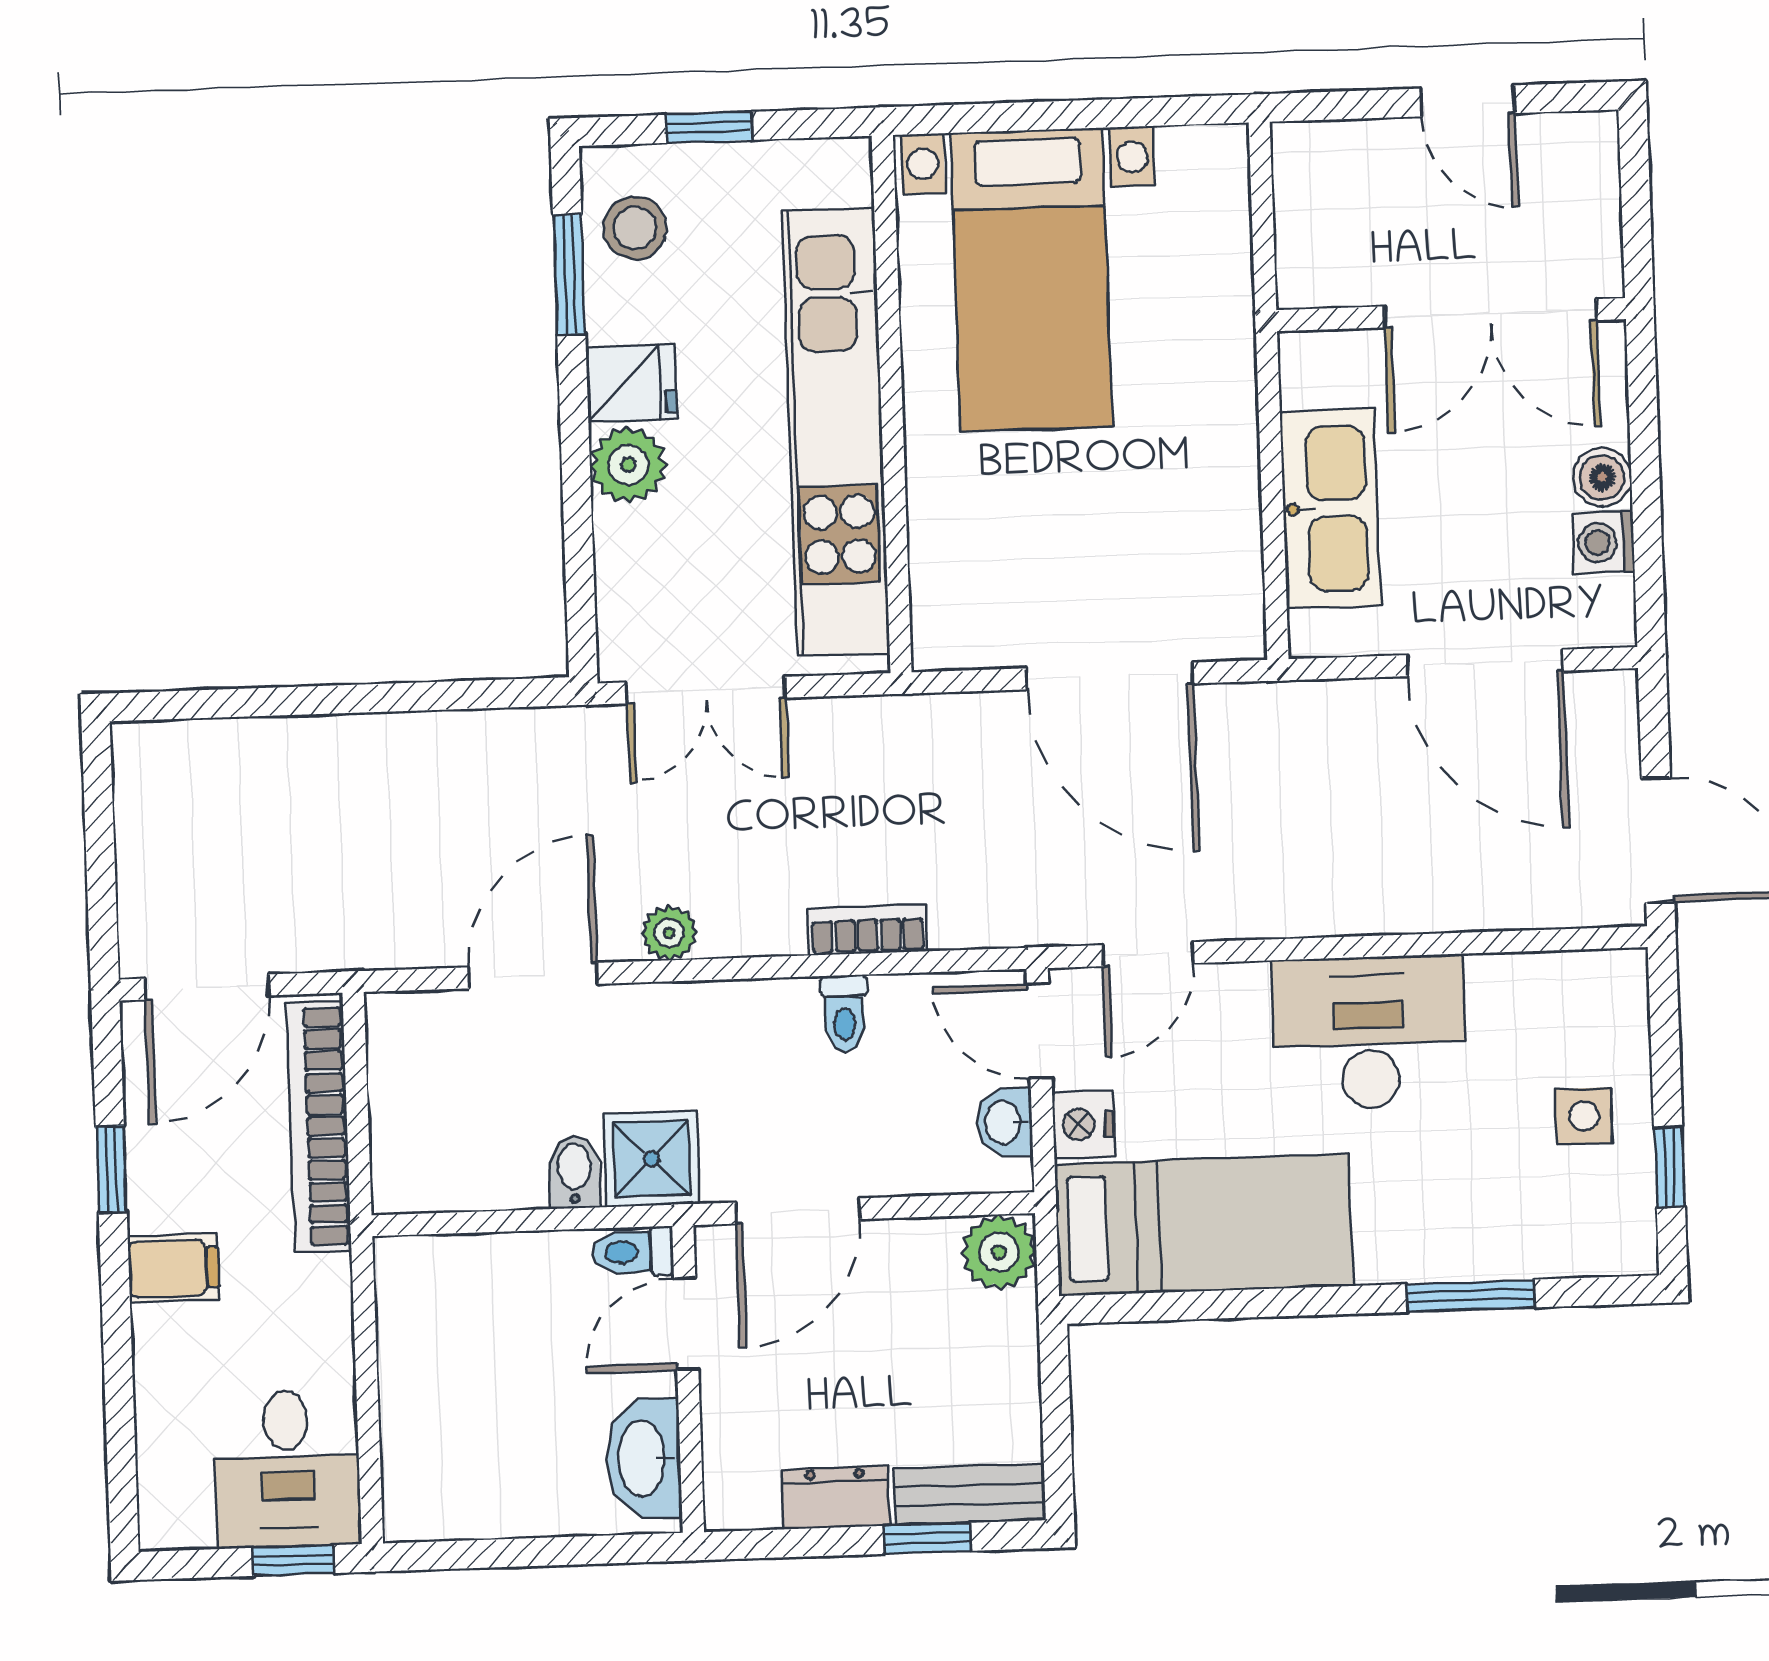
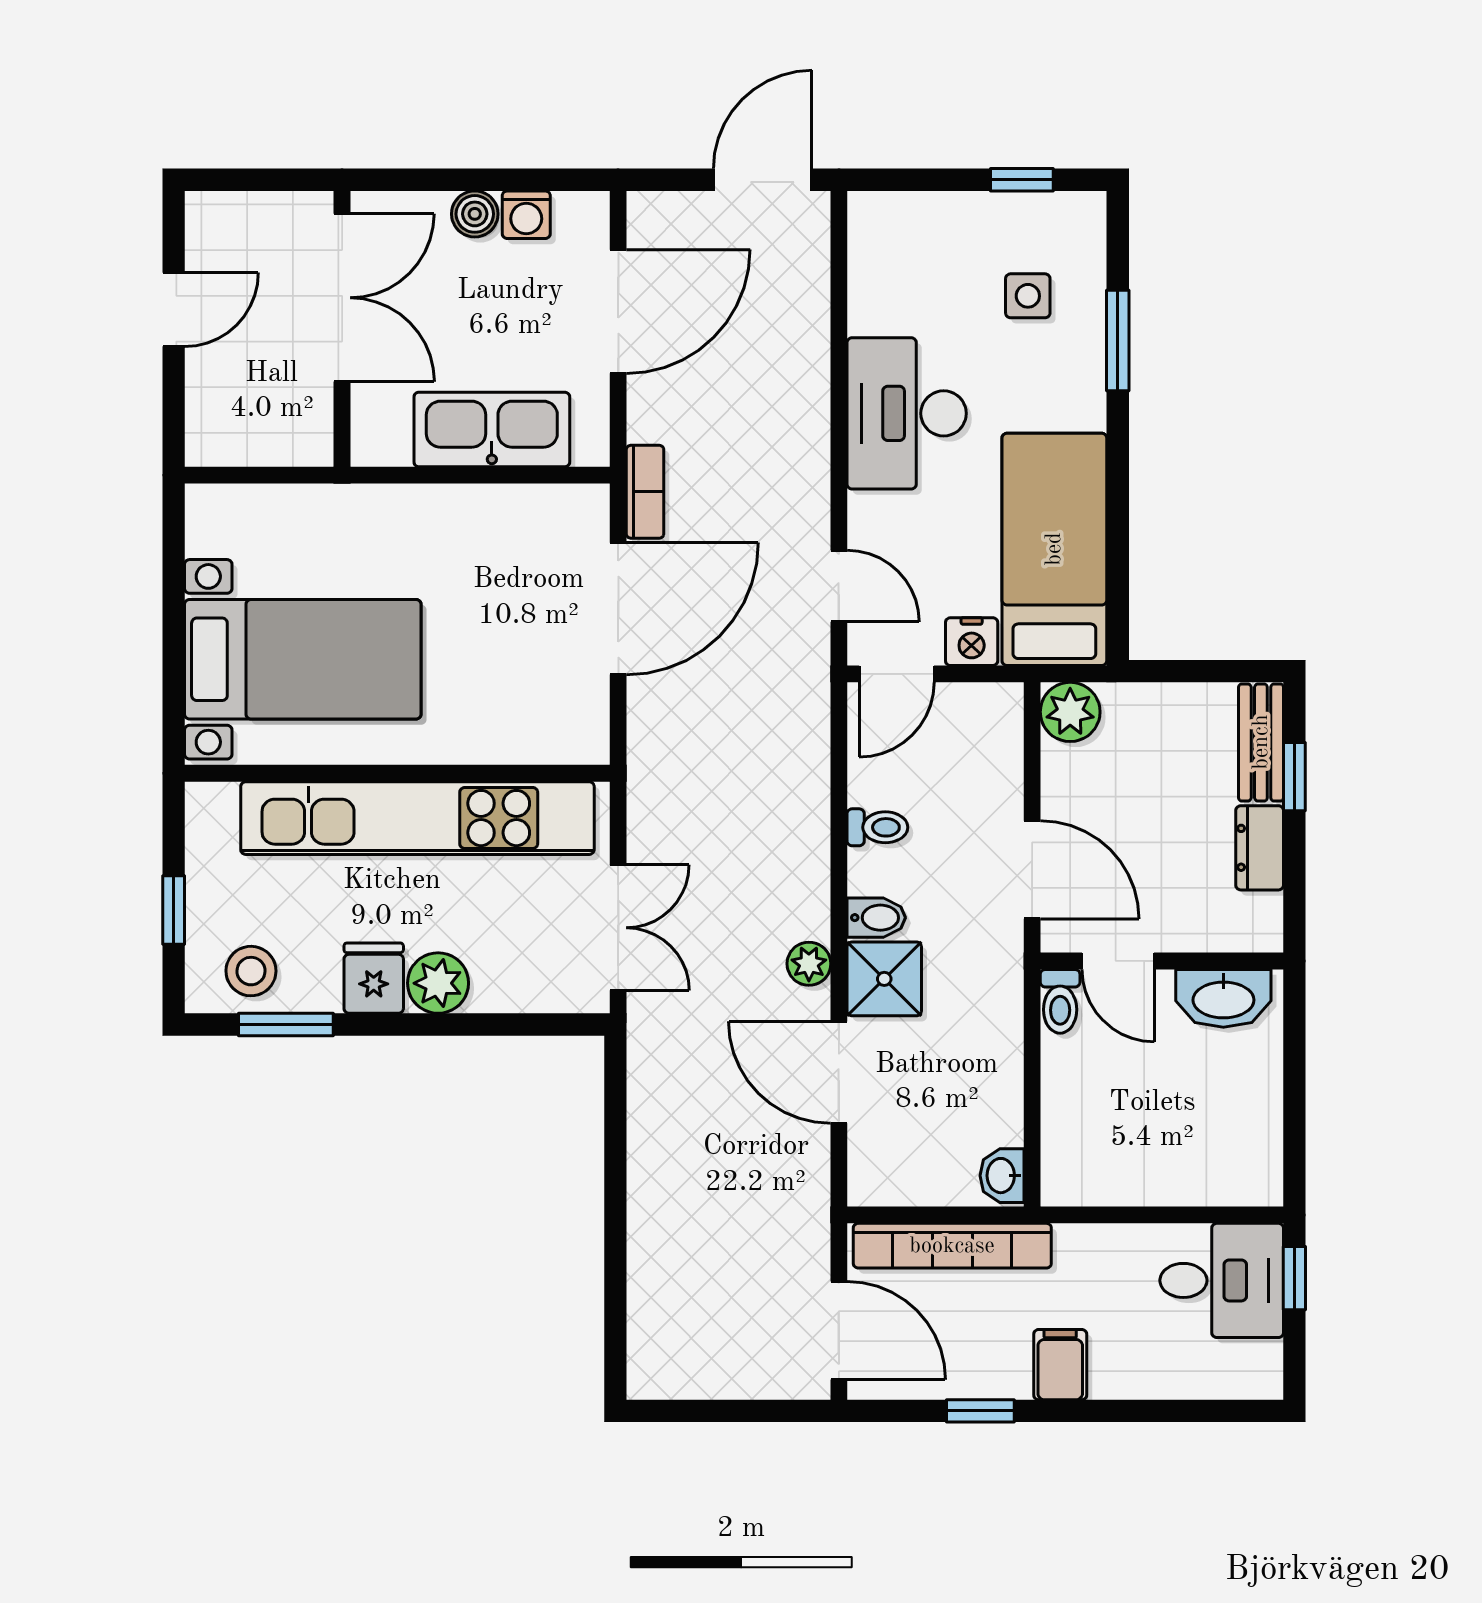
bookcase: (868, 930) -> (645, 492), moved, turned 180
side table: (1584, 1116) -> (1028, 296), moved
washbasin: (1004, 1122) -> (1002, 1176), moved, turned 90
shower: (651, 1159) -> (884, 979), moved
bidet: (574, 1171) -> (876, 918), moved, turned 180

